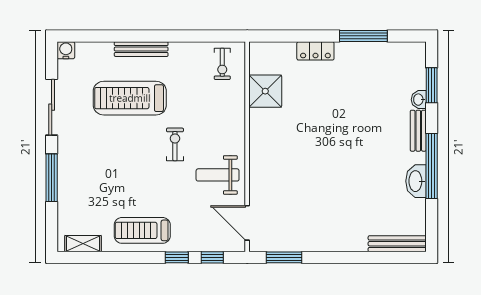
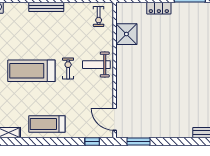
treadmill: (130, 98) -> (31, 71), moved
weight bench: (218, 175) -> (96, 65), moved
window: (177, 257) -> (69, 141), removed

